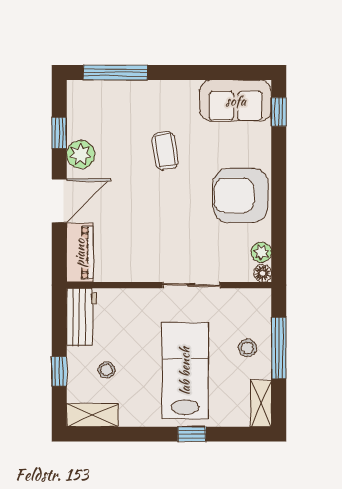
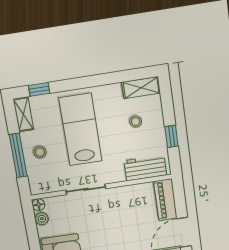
workbench: (81, 317) -> (145, 168), moved, turned 90
window: (59, 371) -> (171, 136), moved
lab bench: (185, 371) -> (80, 130), turned 180
window: (192, 434) -> (39, 89), moved

